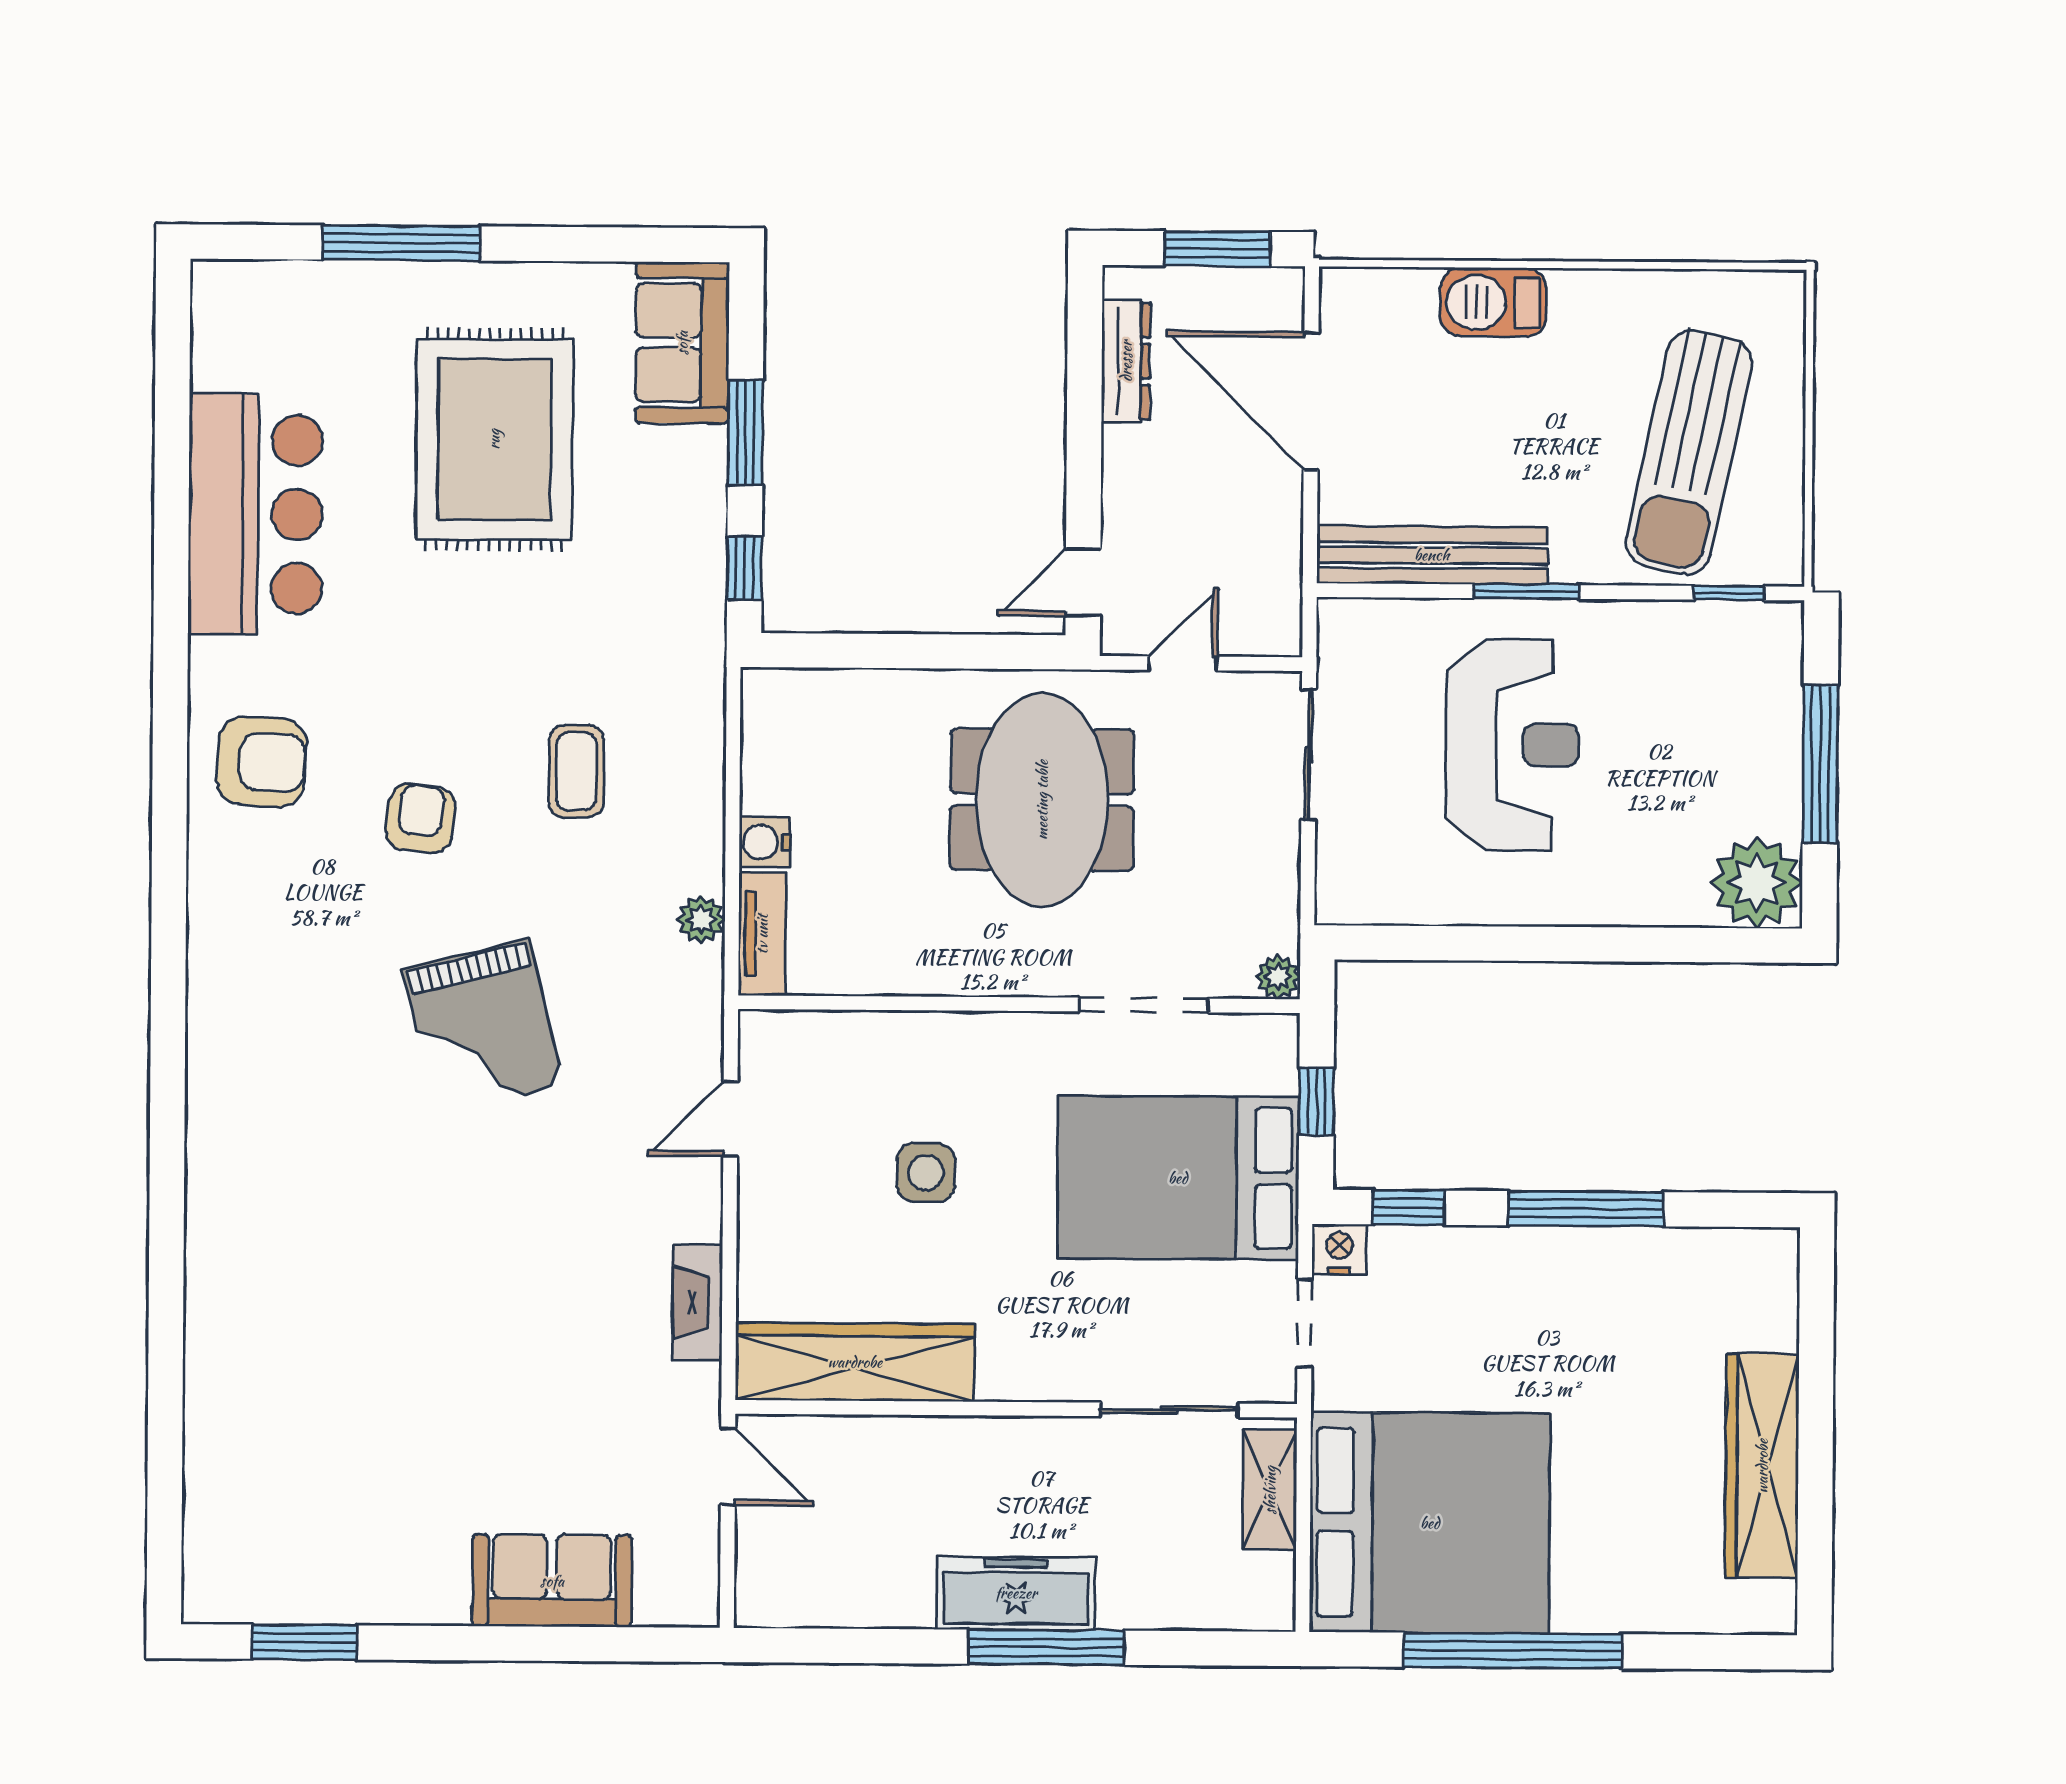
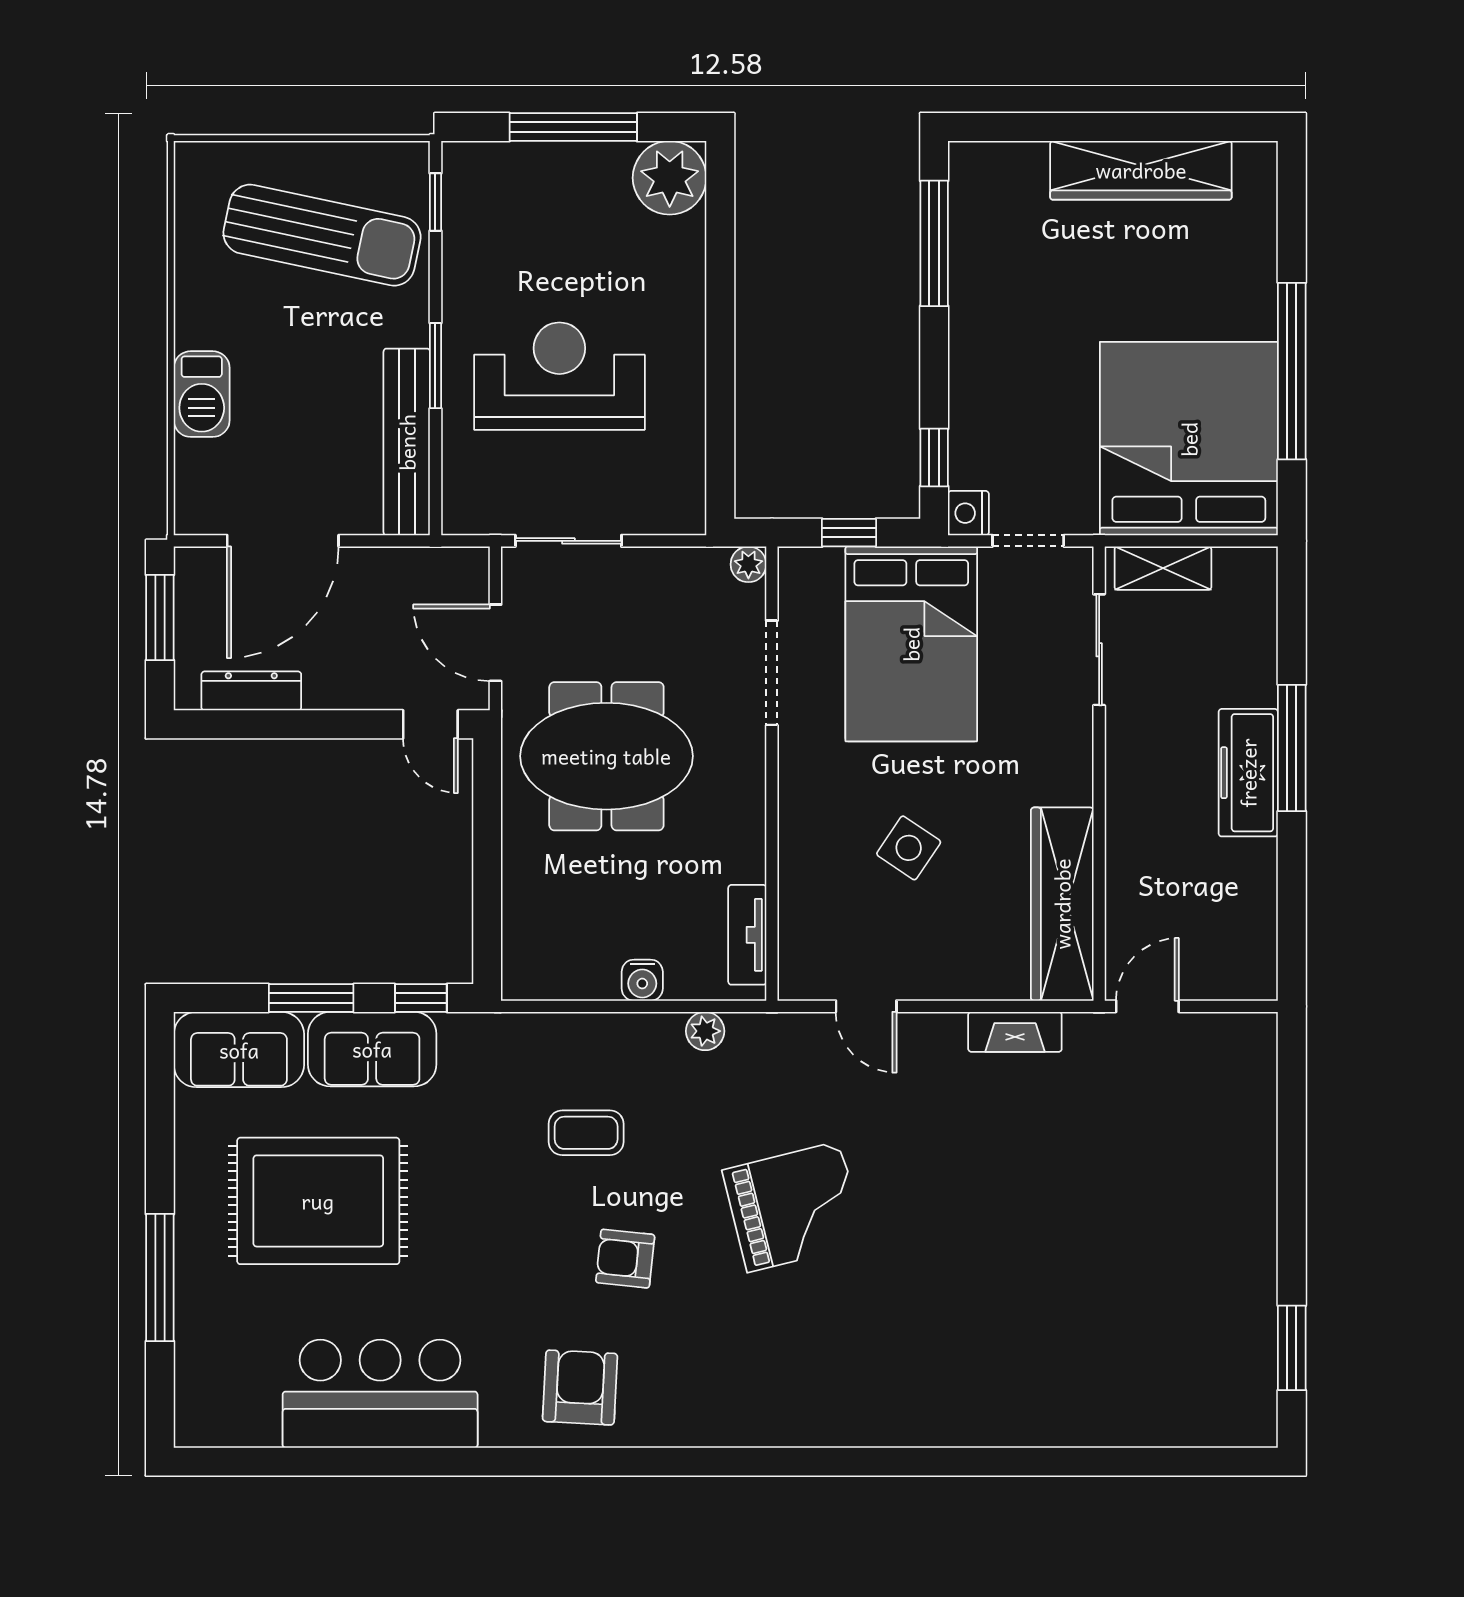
door: (1183, 663) -> (495, 643), width x1.37
tv unit: (762, 934) -> (747, 935), moved, turned -90
side table: (926, 1173) -> (909, 848), turned 34
window: (1586, 1209) -> (934, 243), moved
sofa: (552, 1581) -> (372, 1049), moved, turned -90

